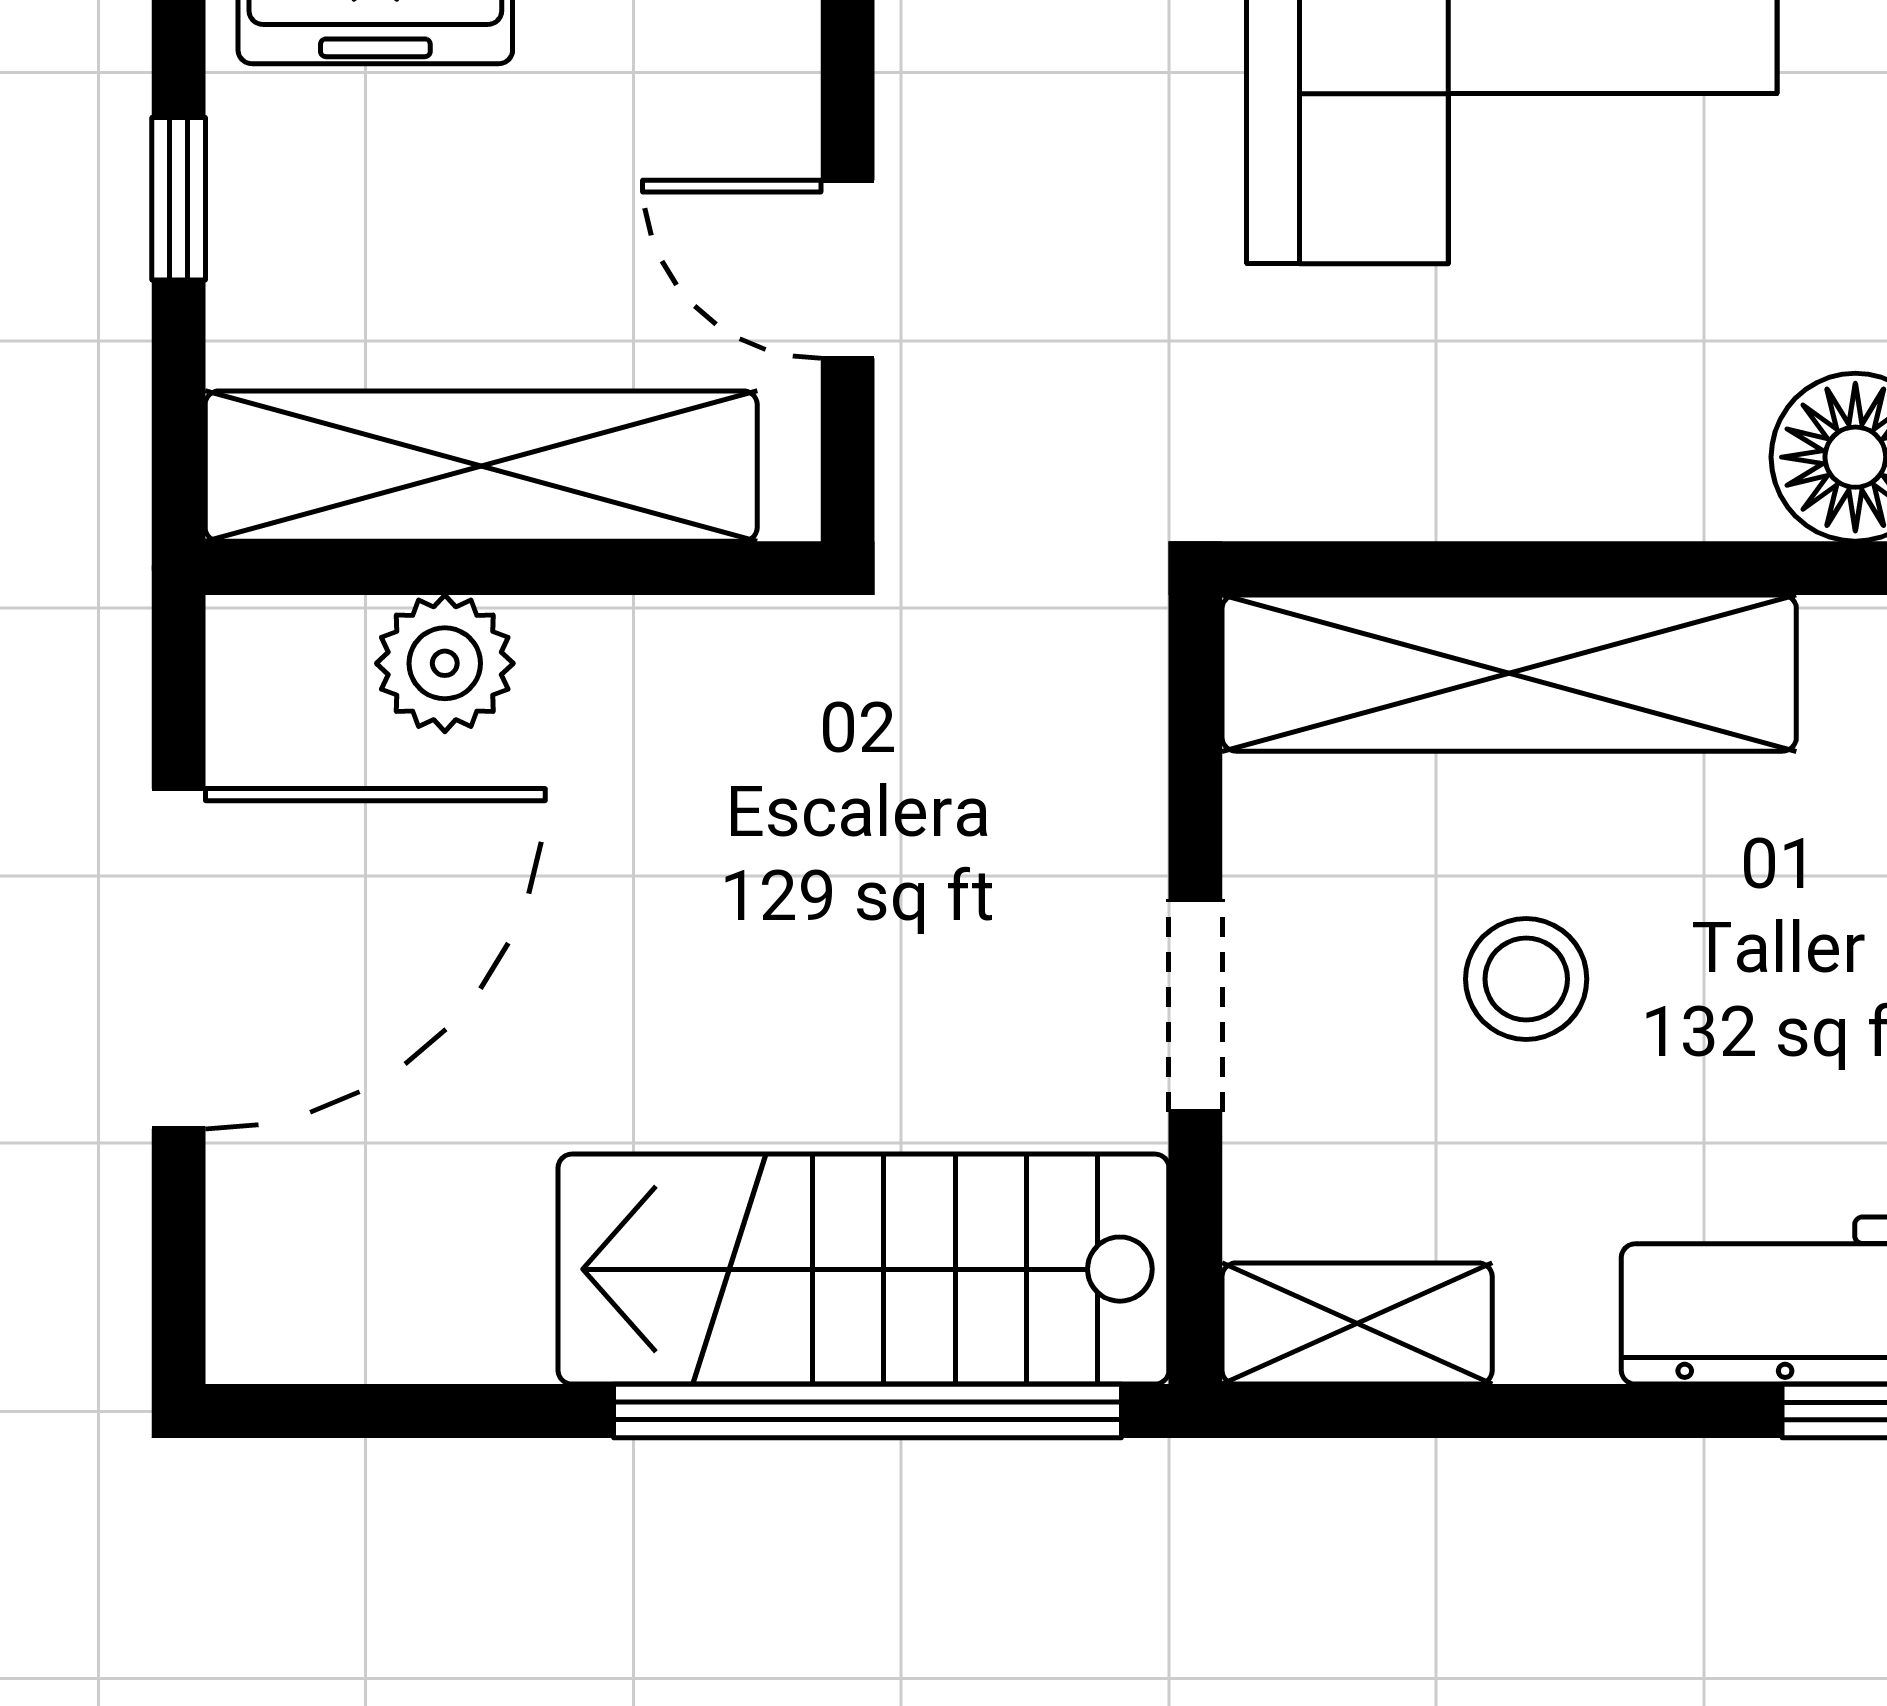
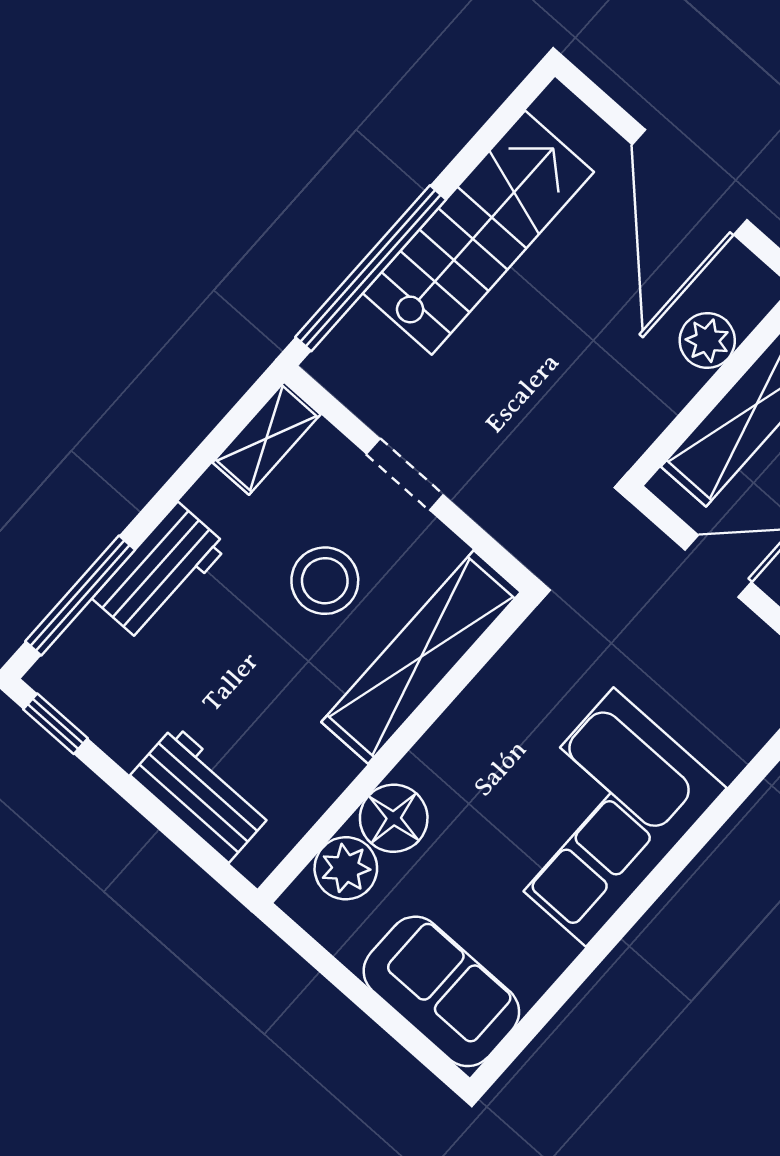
stool: (1526, 979) -> (325, 581), width x1.38, depth x1.38
stairs: (863, 1269) -> (478, 233), moved

